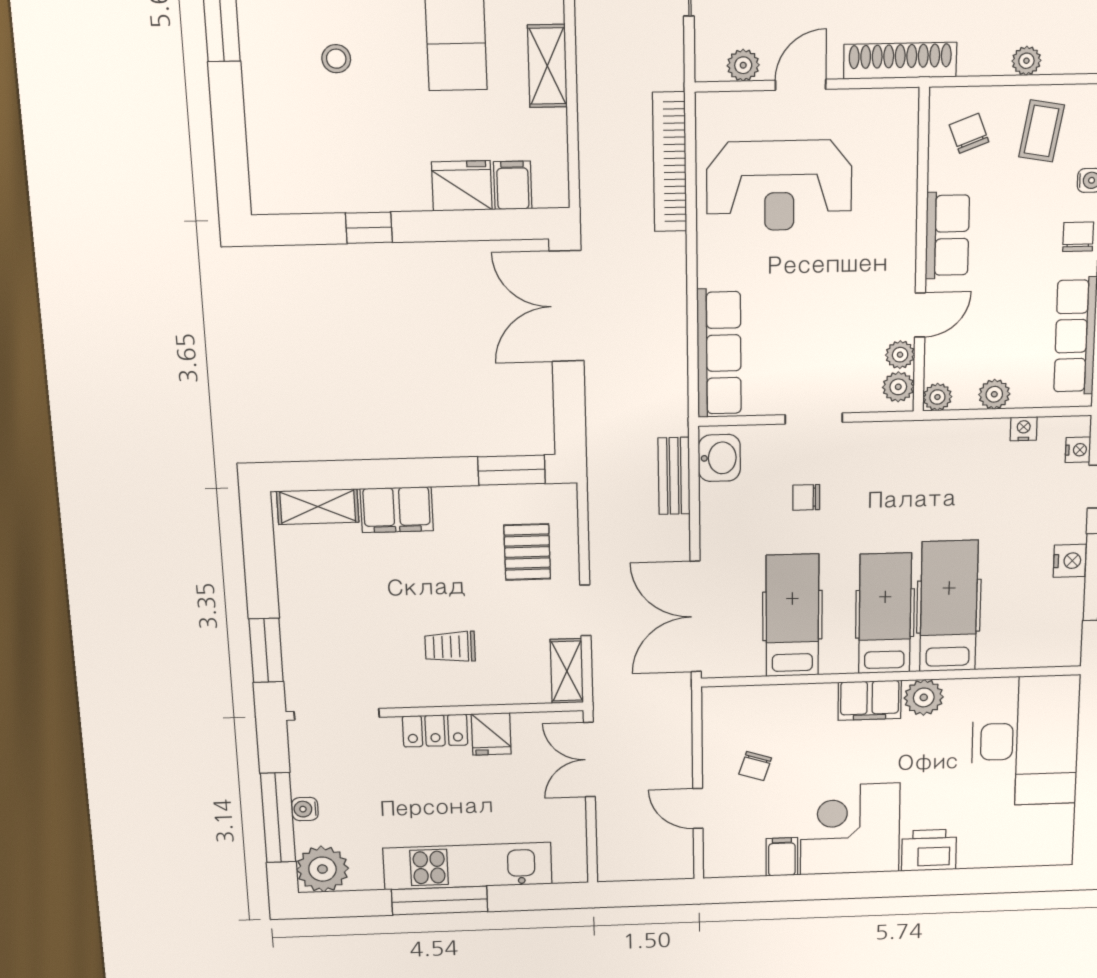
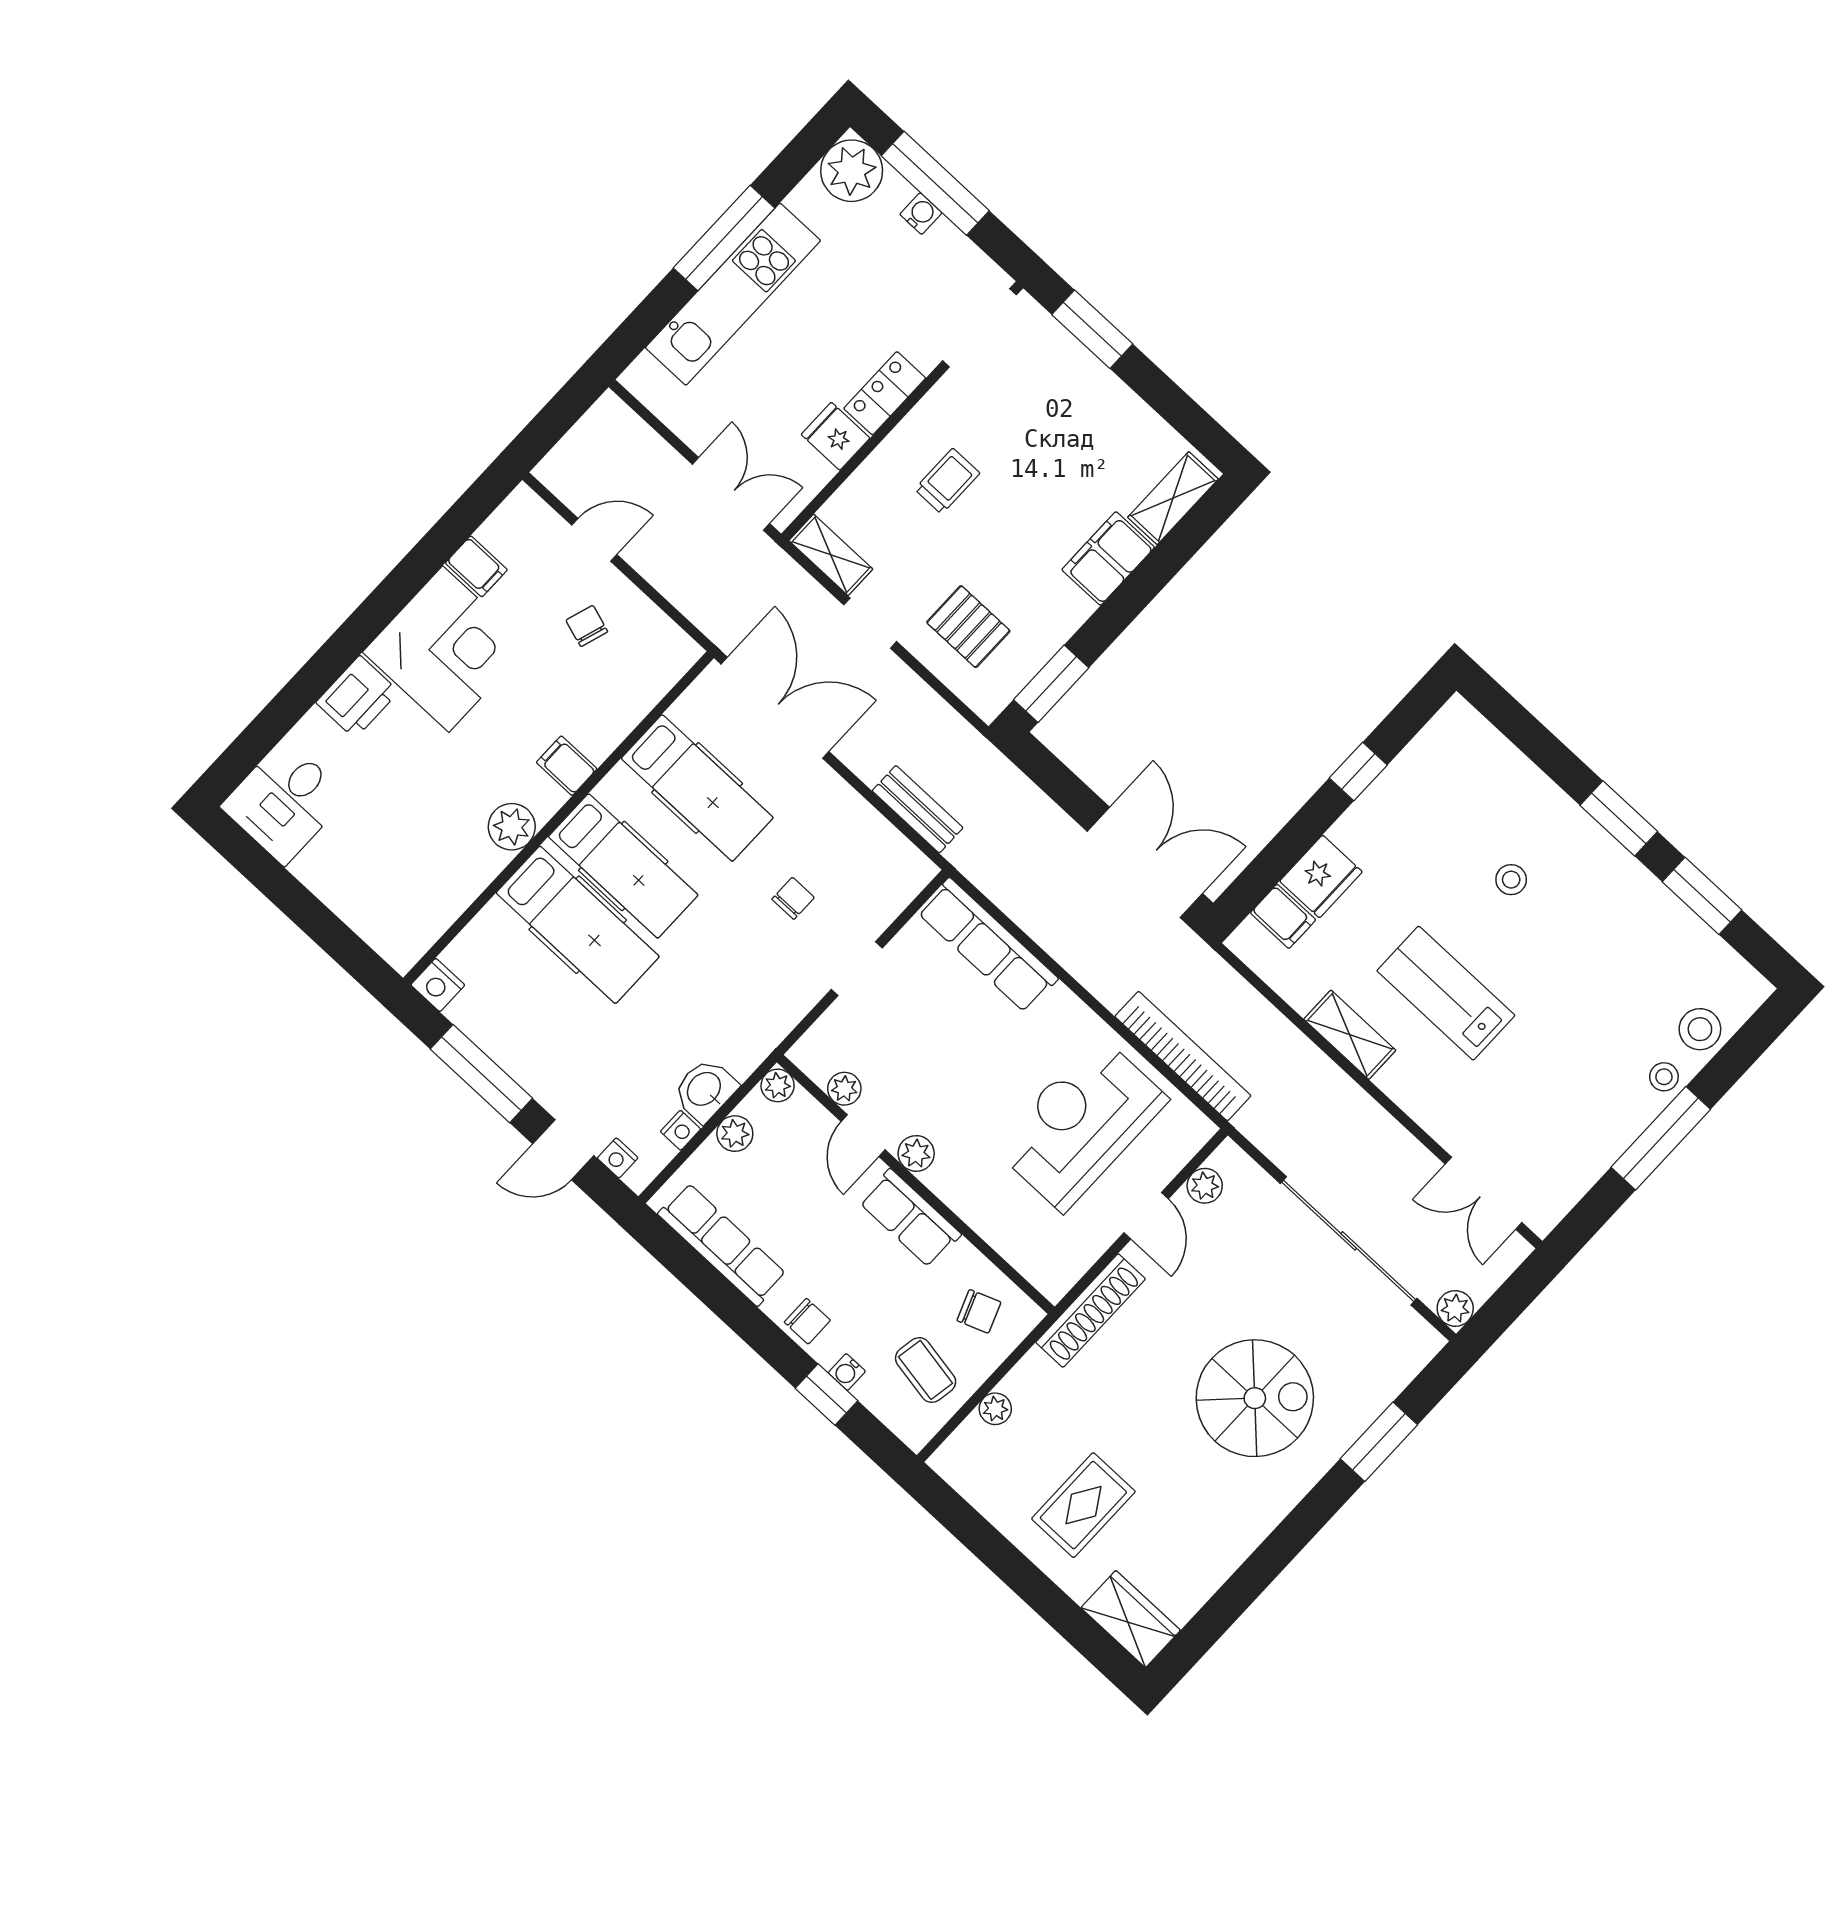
plant: (898, 387) -> (916, 1153), moved
washbasin: (719, 458) -> (705, 1090), moved, turned 90
nightstand: (1070, 561) -> (438, 985), moved
filing cabinet: (870, 700) -> (567, 766), width x0.50
desk: (1025, 741) -> (284, 802), moved, width x0.53, depth x0.77

